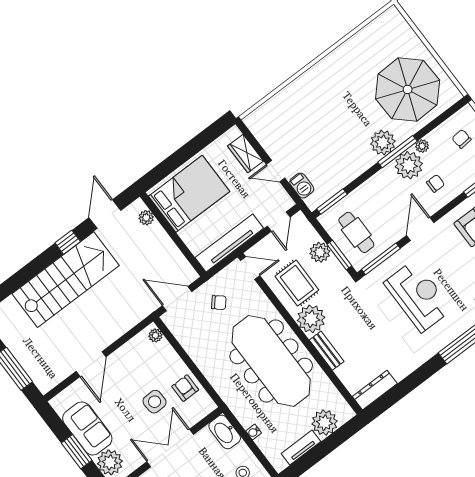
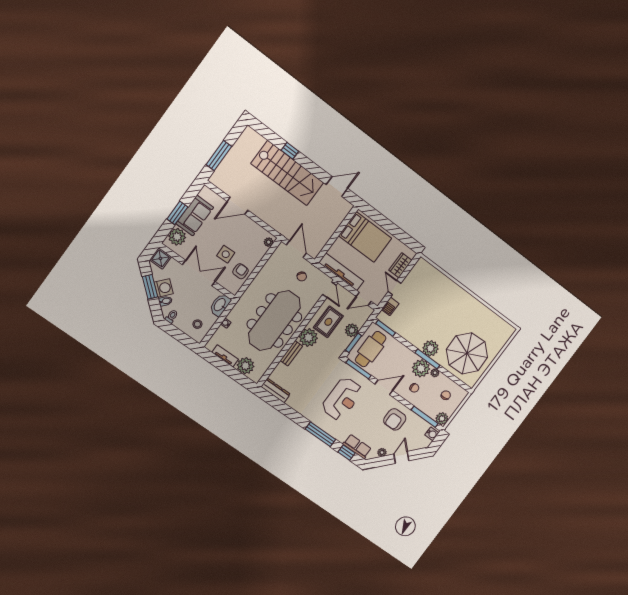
plant: (146, 218) -> (342, 214), removed
cafe table: (356, 232) -> (371, 349), width x1.37, depth x1.35
window: (68, 242) -> (290, 151), moved

